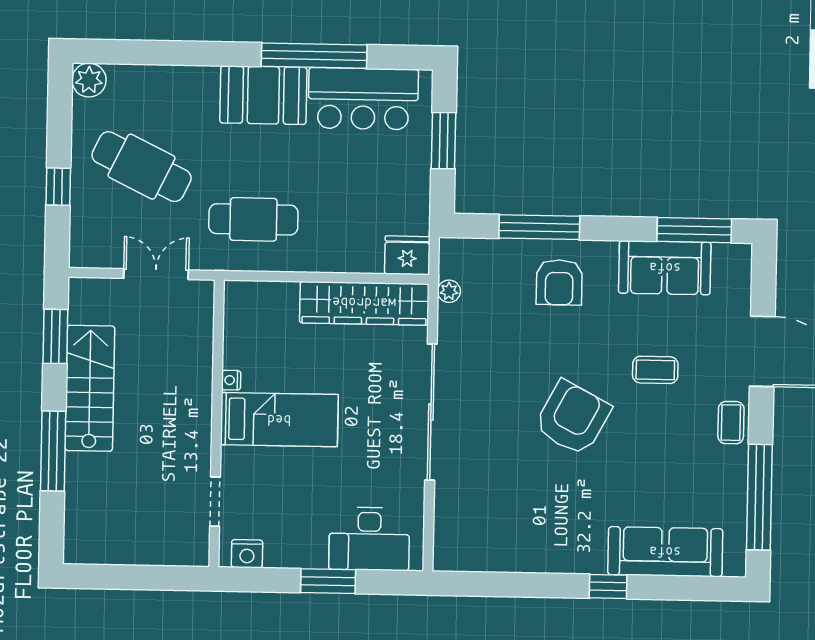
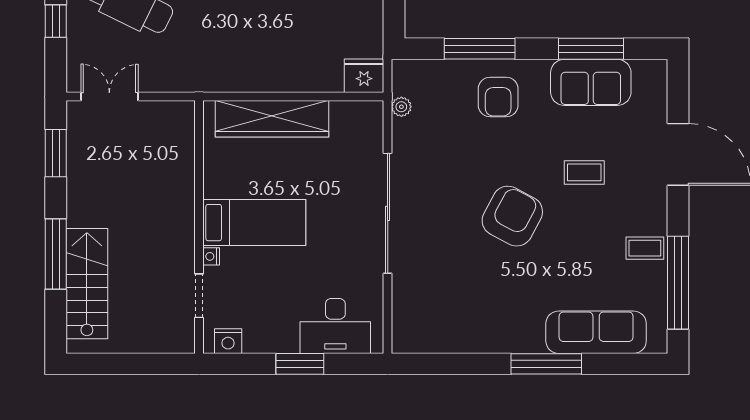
cafe table: (253, 219) -> (228, 47), removed
window: (694, 230) -> (591, 49), moved
double door: (156, 274) -> (109, 97), moved
wardrobe: (364, 303) -> (272, 119), moved
nightstand: (231, 380) -> (211, 256), moved
stairs: (90, 388) -> (87, 284), moved
coffee table: (731, 423) -> (645, 248), moved, turned 90
window: (608, 587) -> (546, 364), width x2.17

